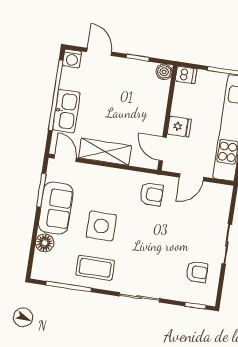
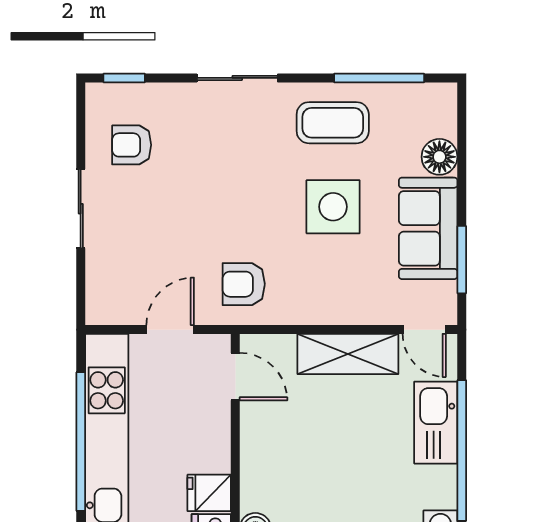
fridge: (179, 127) -> (209, 493), moved

